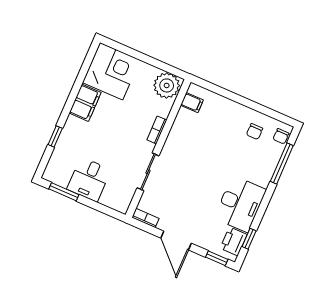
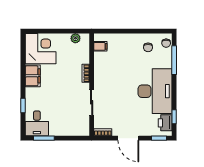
plant: (167, 85) -> (75, 38), width x0.53, depth x0.53
desk: (89, 179) -> (37, 123), moved
desk: (240, 204) -> (155, 91), width x1.36, depth x1.30

